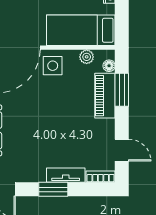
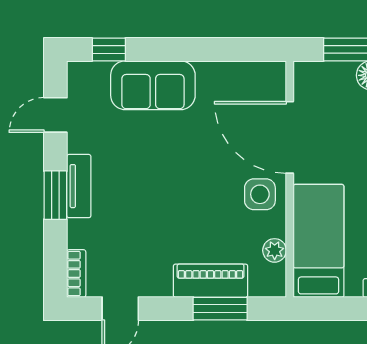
floor lamp: (109, 66) -> (260, 287), removed
tv unit: (66, 175) -> (79, 186), moved

